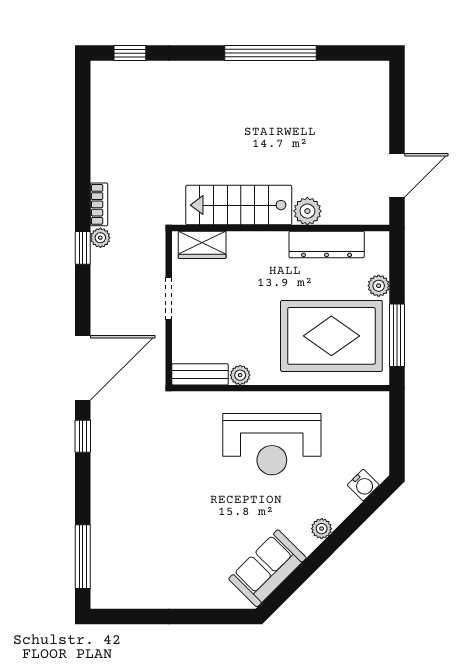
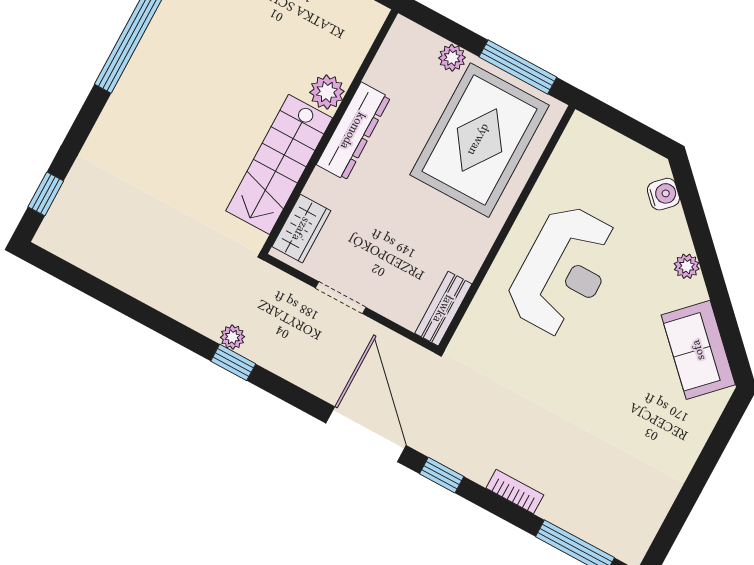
bookcase: (99, 204) -> (515, 492), moved
dresser: (327, 244) -> (353, 131), moved
plant: (240, 375) -> (468, 265), removed

